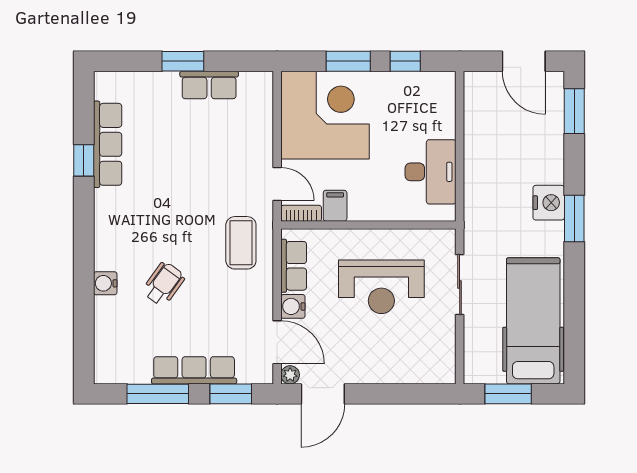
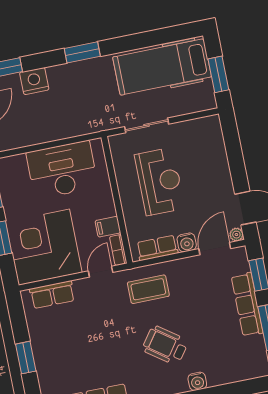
row of seats: (209, 85) -> (52, 295), moved, turned 90
desk: (431, 172) -> (62, 170), width x1.36, depth x1.30
nightstand: (549, 203) -> (34, 81), moved
wheelchair: (164, 284) -> (165, 345), moved, width x1.36, depth x1.37

